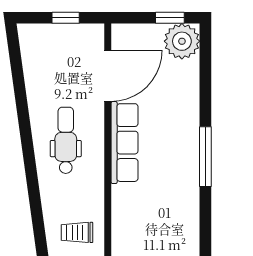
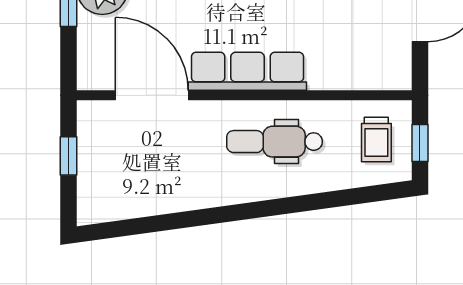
dental chair: (66, 140) -> (275, 142), moved

